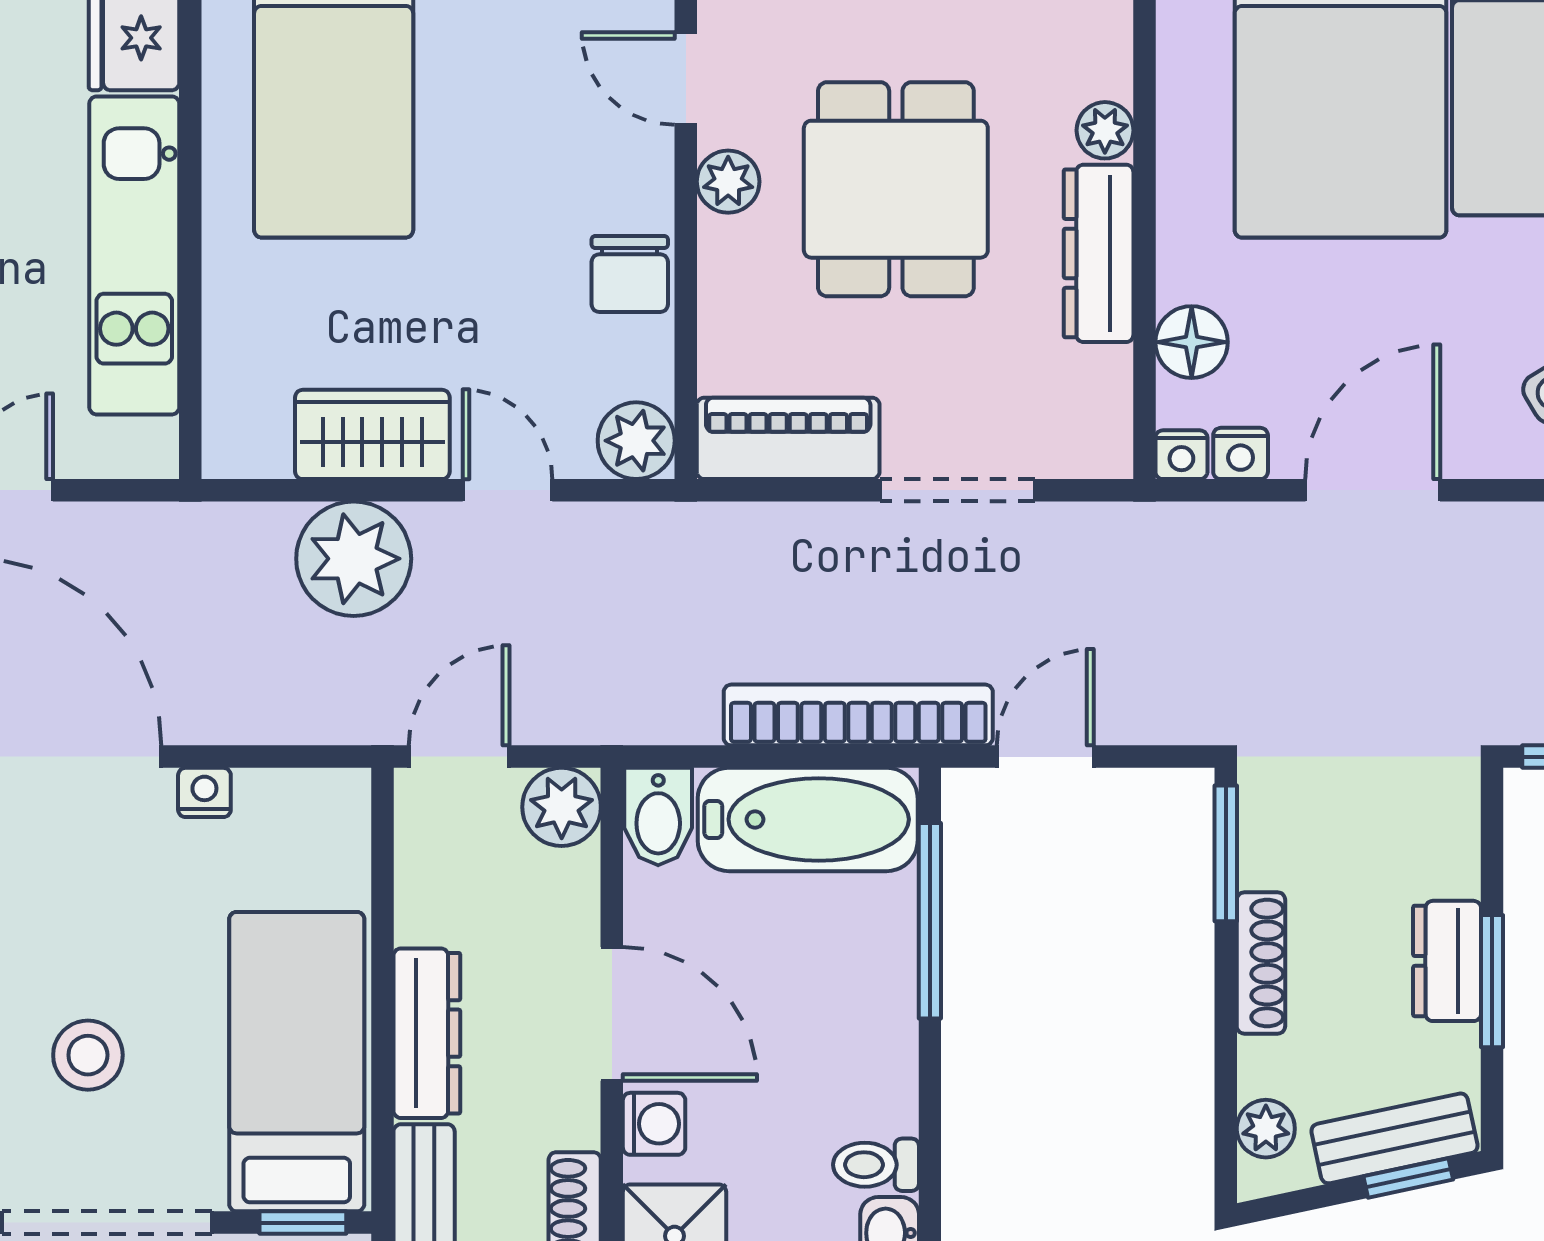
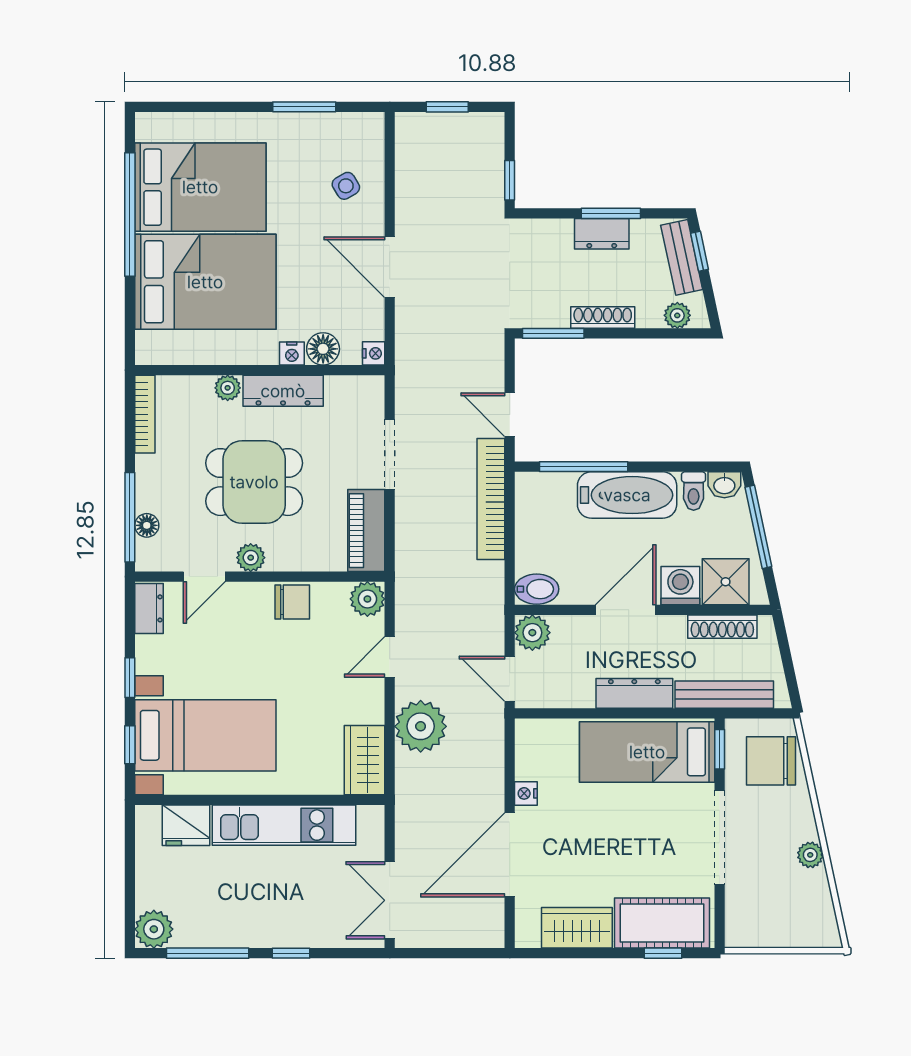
wardrobe: (372, 434) -> (365, 760), moved
nightstand: (1241, 453) -> (292, 354), moved, turned 90
bathtub: (808, 819) -> (627, 495), moved, turned 90
stool: (88, 1055) -> (644, 846), removed
washing machine: (654, 1124) -> (680, 586), width x1.38, depth x1.38

